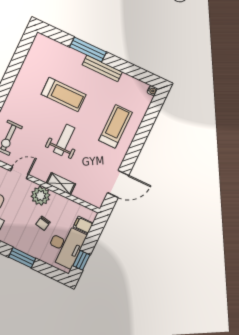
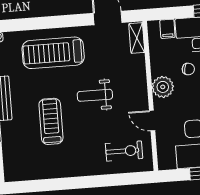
treadmill: (115, 126) -> (53, 53), width x1.37, depth x1.38
shelving: (61, 184) -> (137, 38), moved

